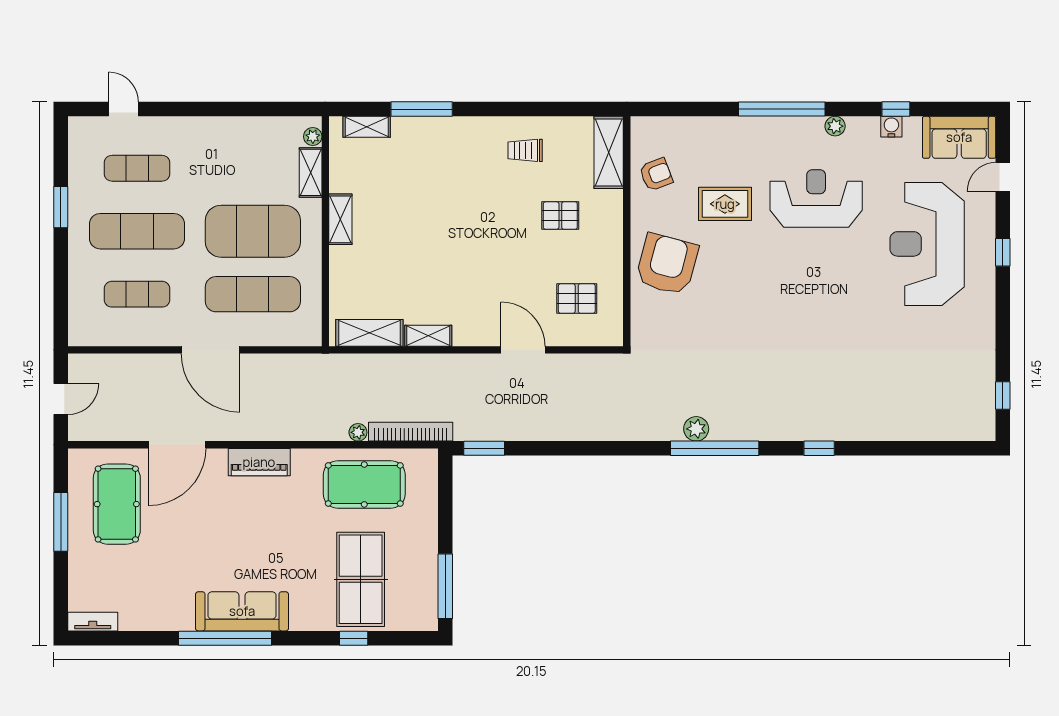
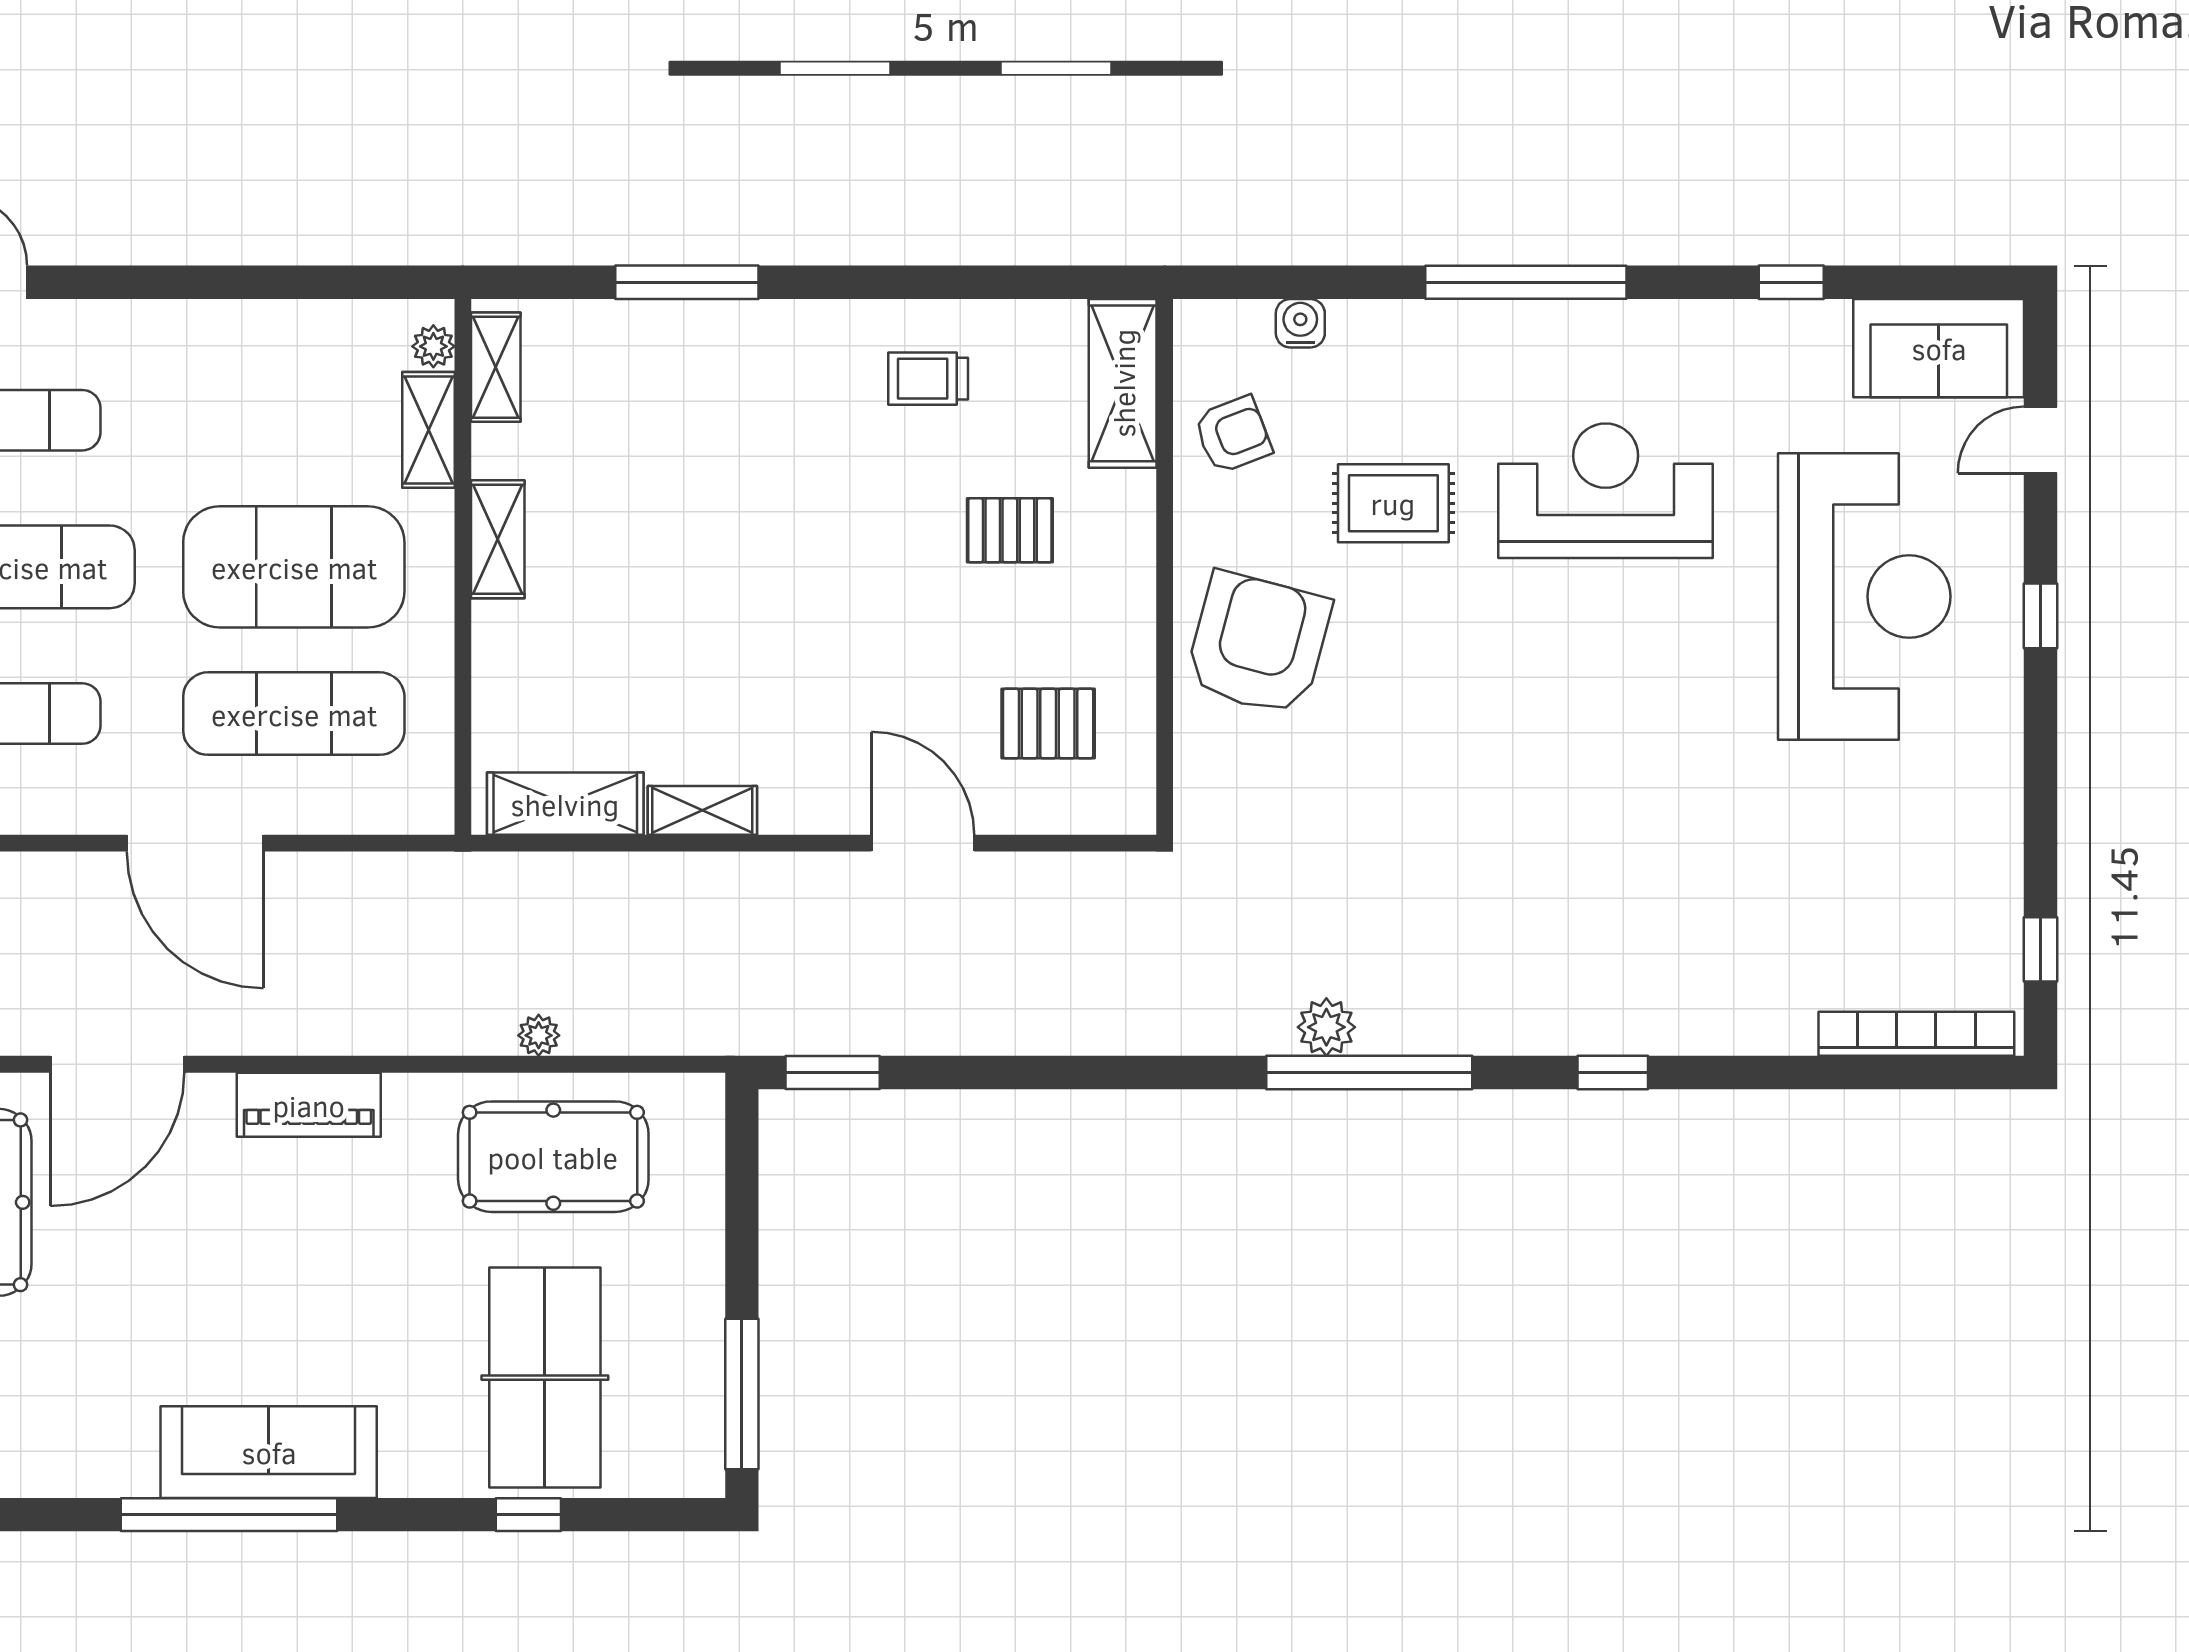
plant: (835, 126) -> (1650, 322), removed
shelving: (367, 127) -> (496, 367), moved, turned 90
water cooler: (891, 127) -> (1300, 323), moved
reception desk: (927, 244) -> (1864, 596), turned 180
bookcase: (411, 432) -> (1916, 1034), moved

